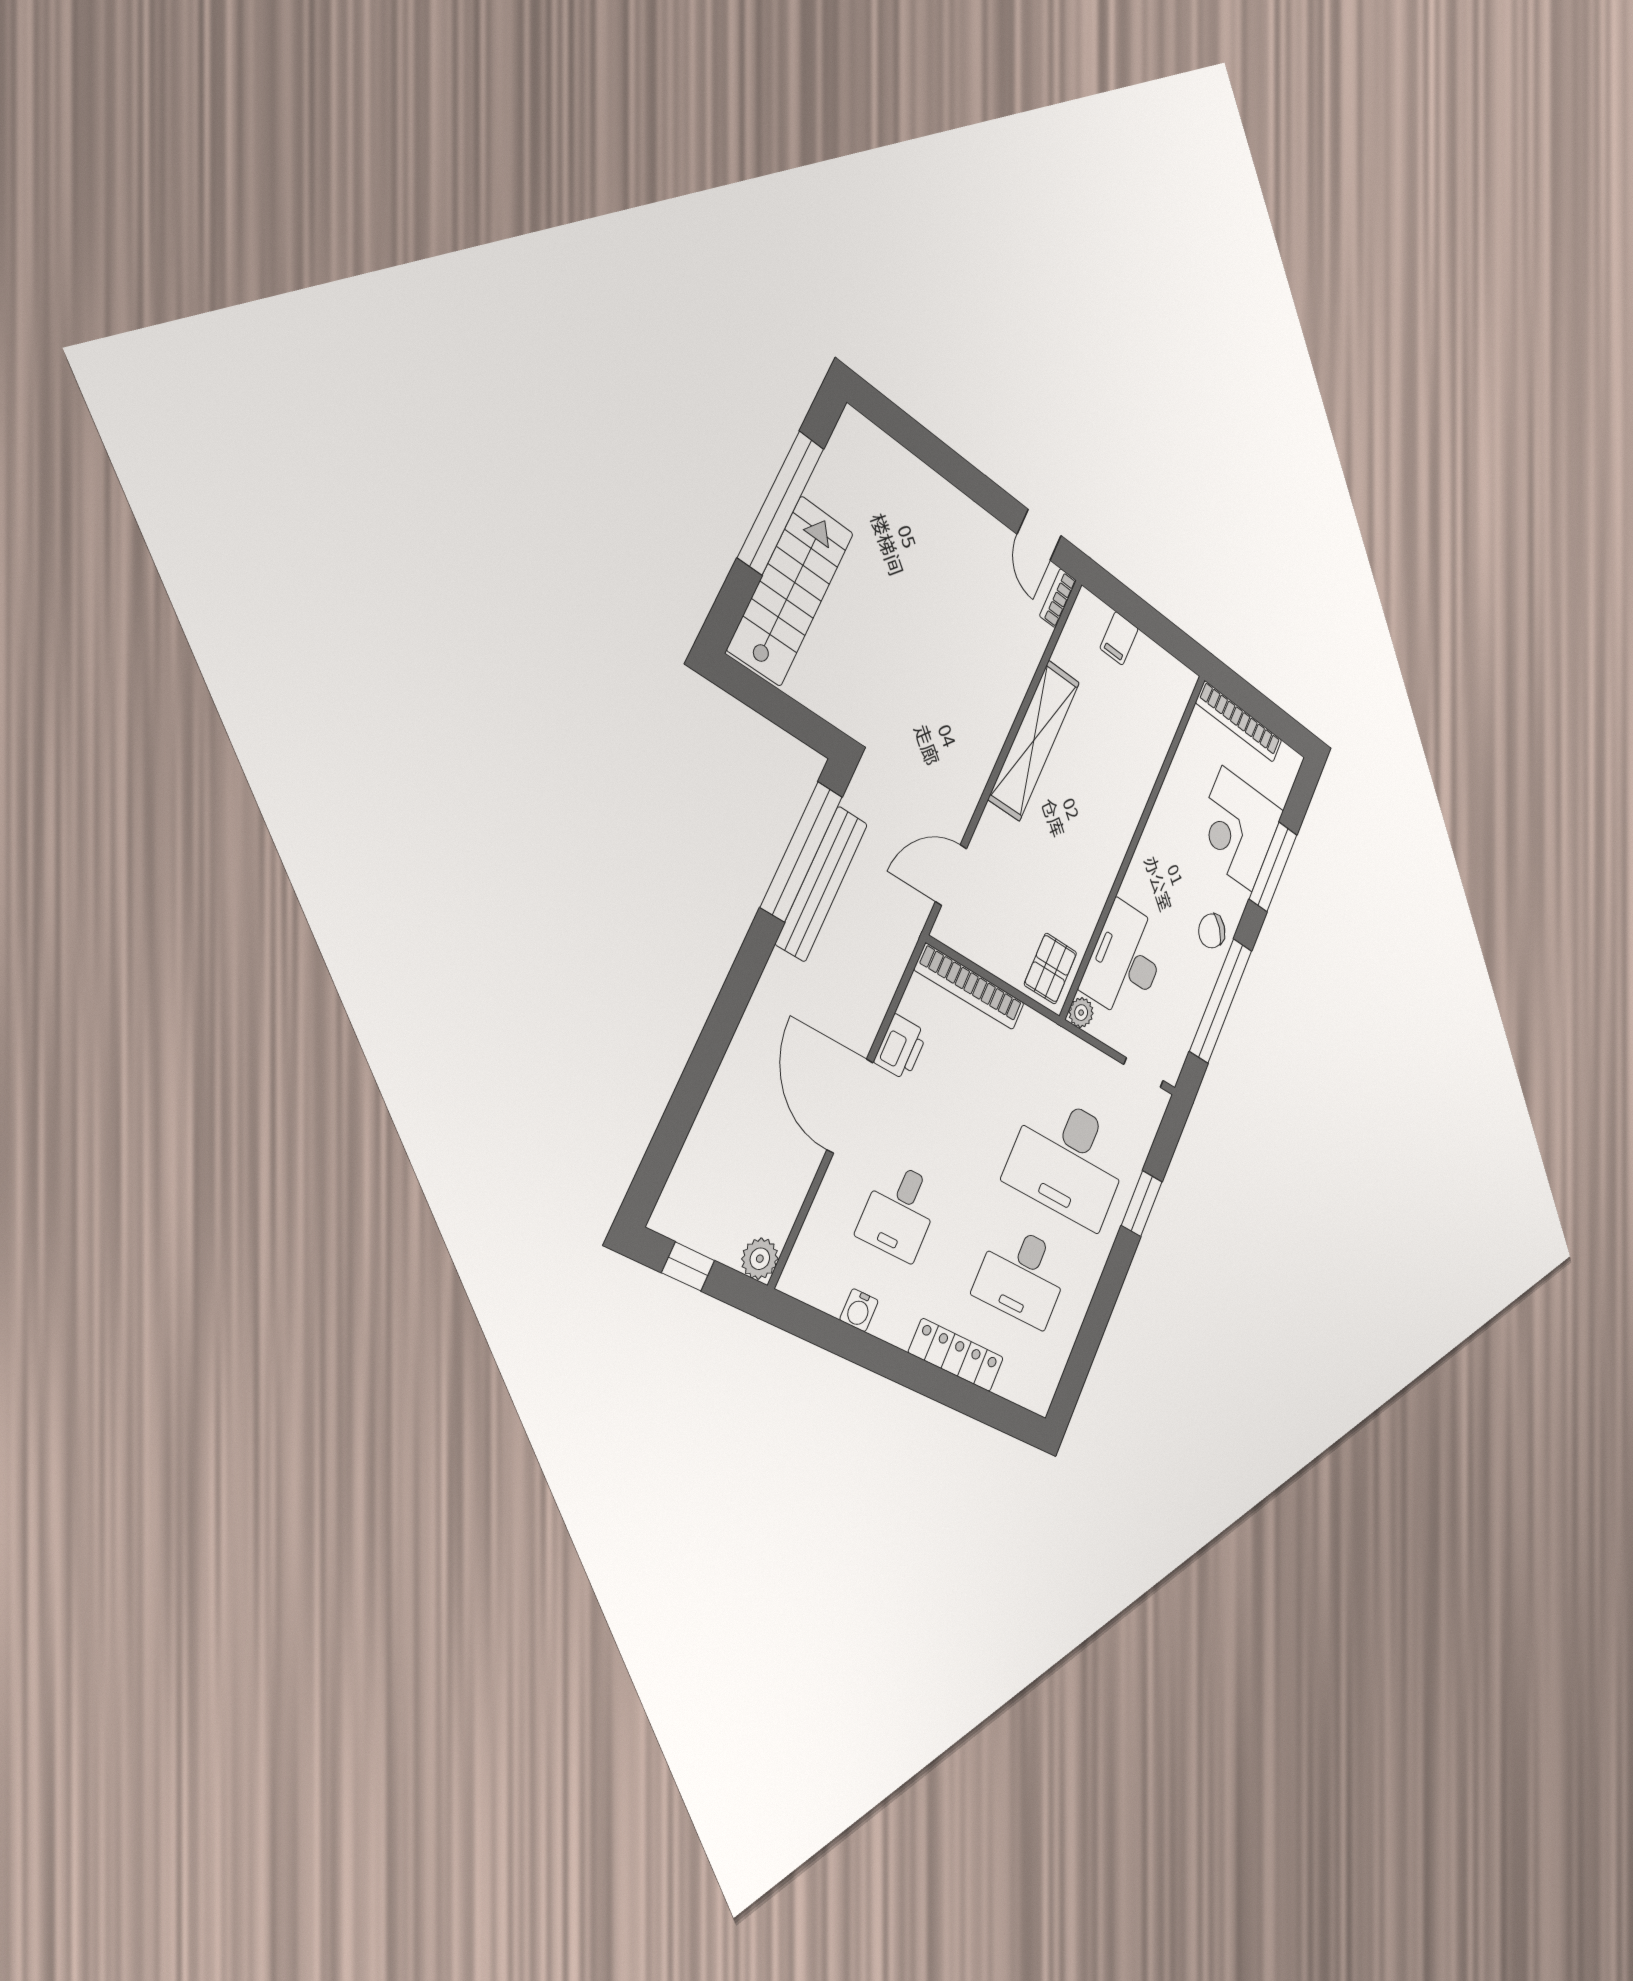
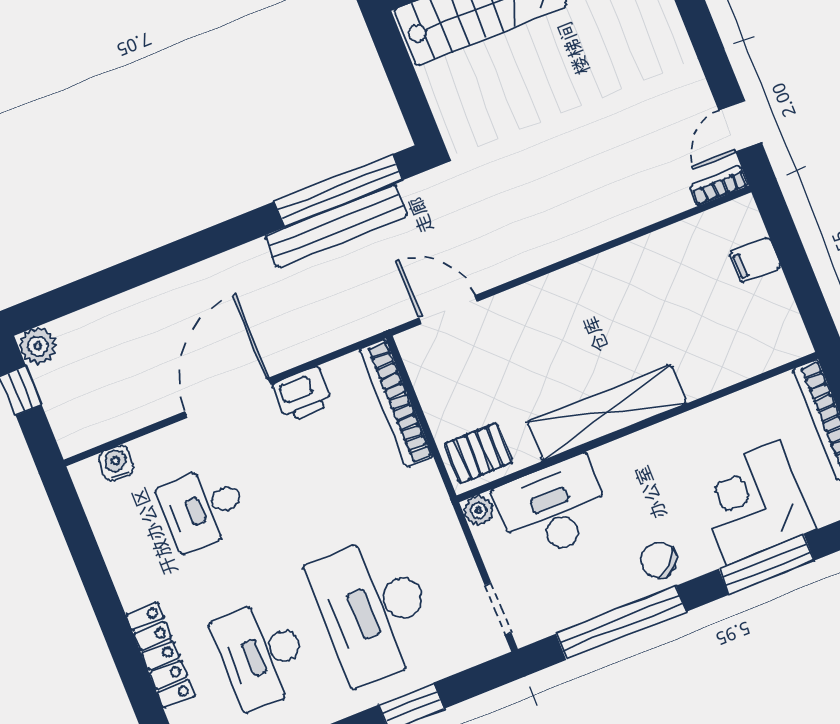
shelving: (1034, 740) -> (607, 413), moved
plant: (760, 1259) -> (38, 346), moved
water cooler: (859, 1310) -> (116, 463), moved, turned 90

